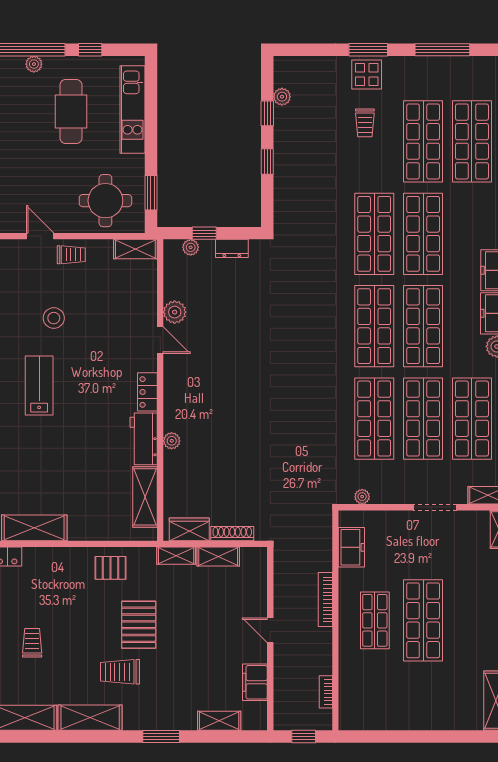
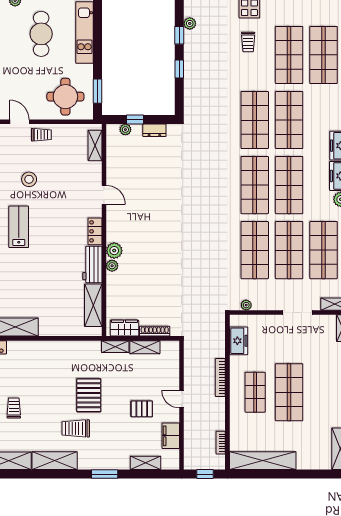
shelving: (135, 249) -> (95, 145), moved, turned 90
plant: (175, 312) -> (114, 251), moved
pallet: (110, 568) -> (142, 409), moved
shelving: (386, 718) -> (263, 461), added

